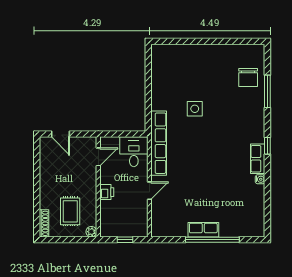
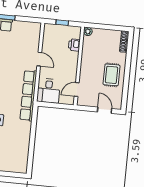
door: (149, 191) -> (39, 59), swing flipped
printer: (107, 192) -> (74, 45), moved
rug: (70, 211) -> (112, 75), moved

